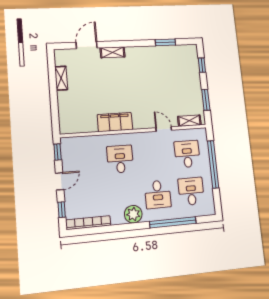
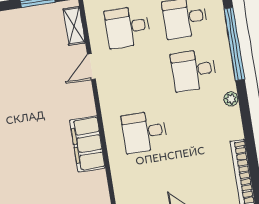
desk: (158, 194) -> (193, 70), turned 180
plant: (133, 214) -> (231, 99), width x0.53, depth x0.53

